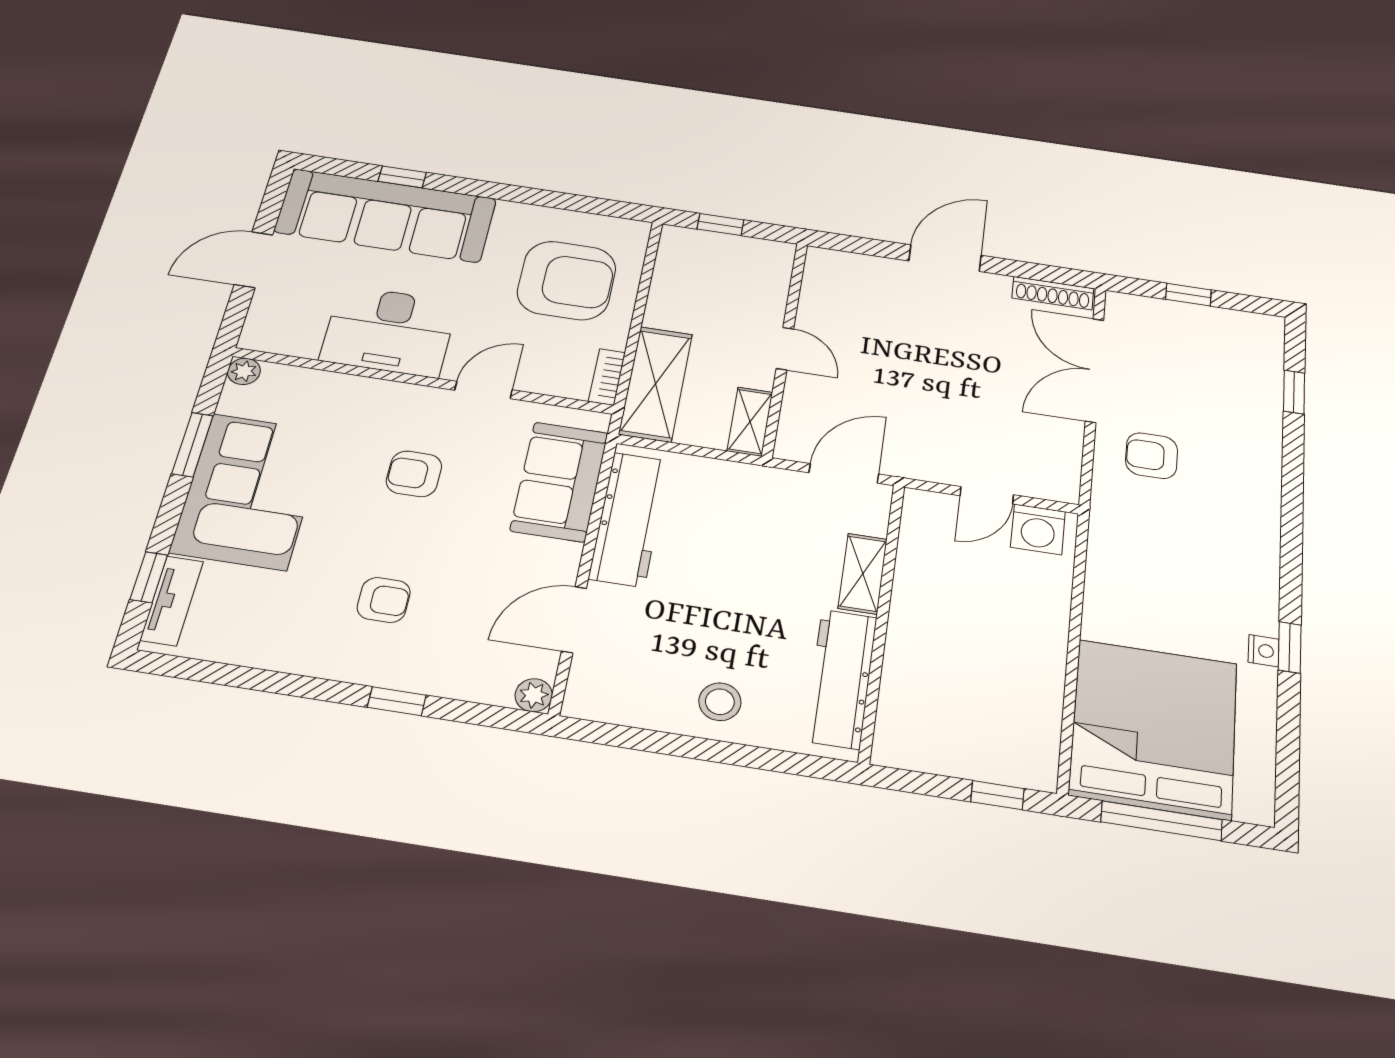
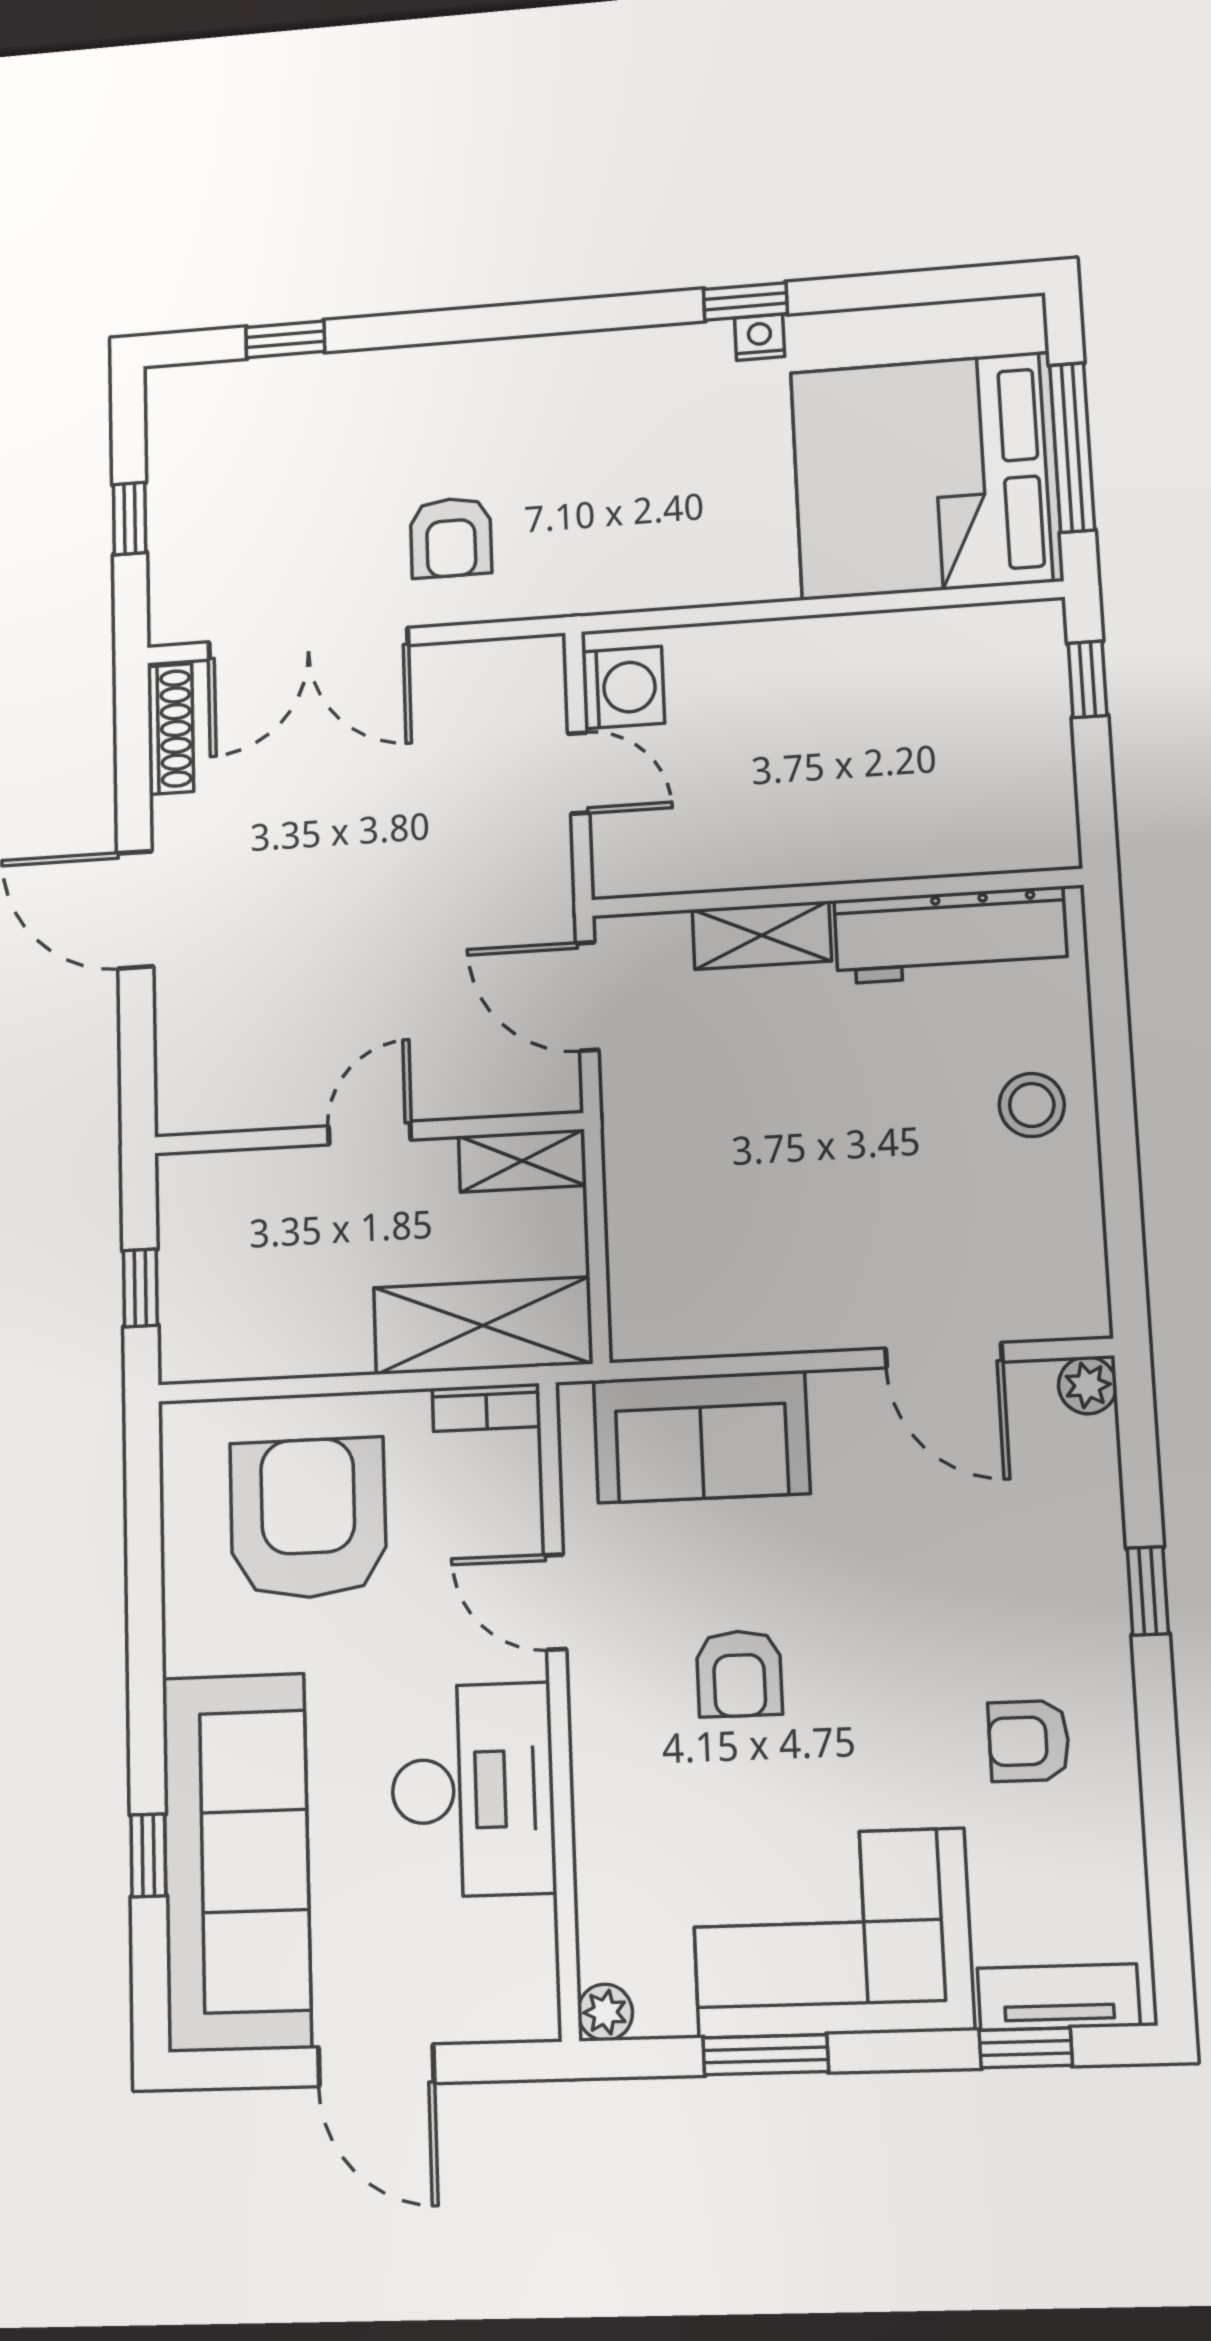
workbench: (629, 519) -> (746, 1311), removed
armchair: (384, 600) -> (1029, 1741), moved, turned -90

